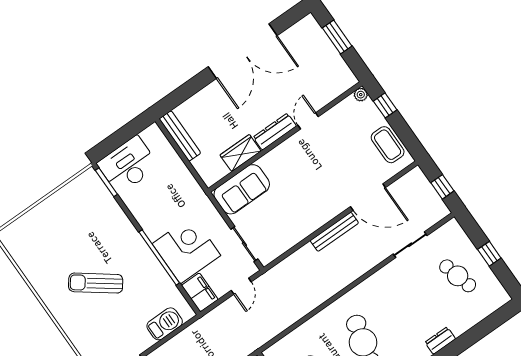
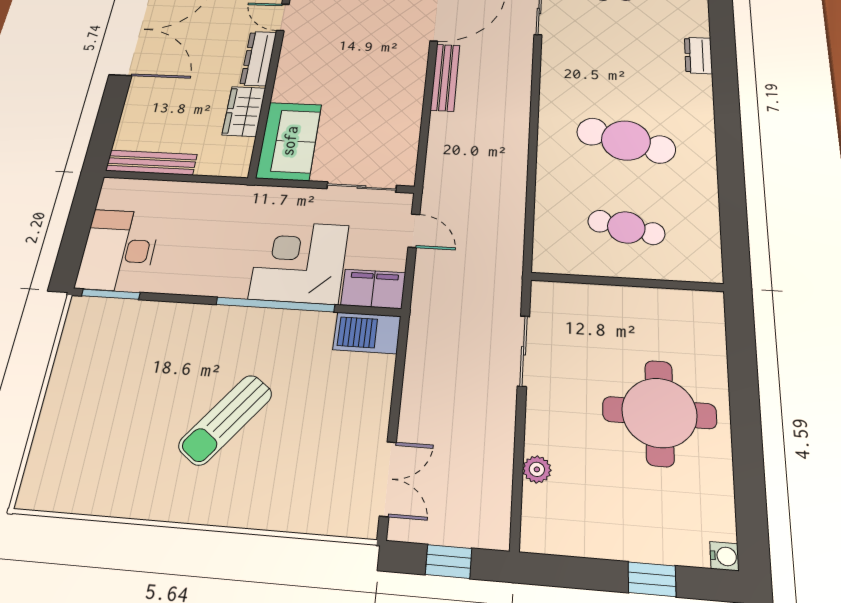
barbecue: (165, 324) -> (367, 333), moved, turned -90

